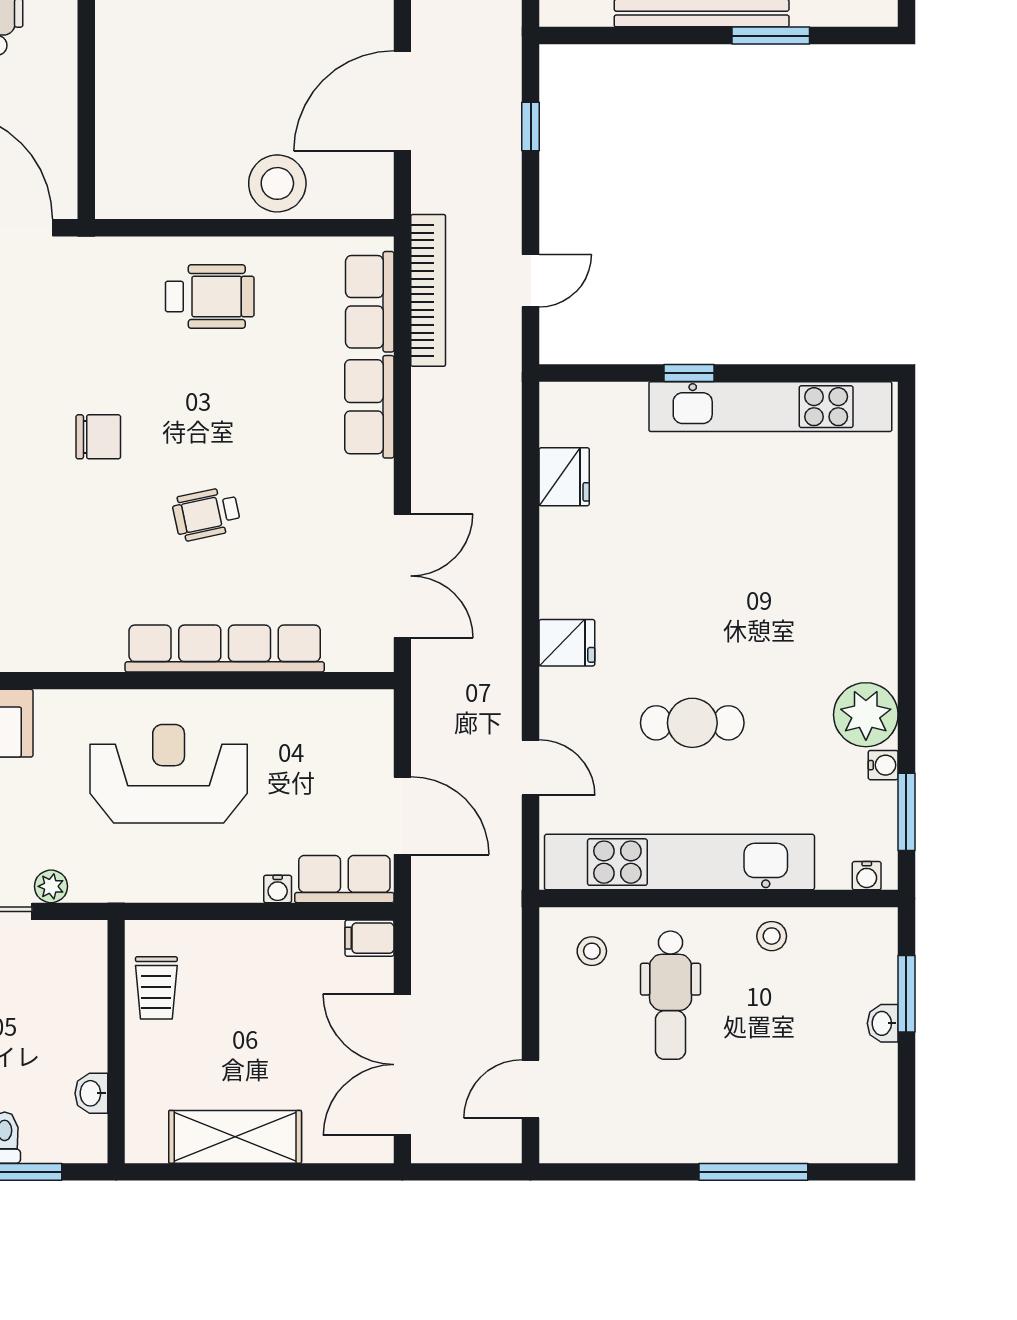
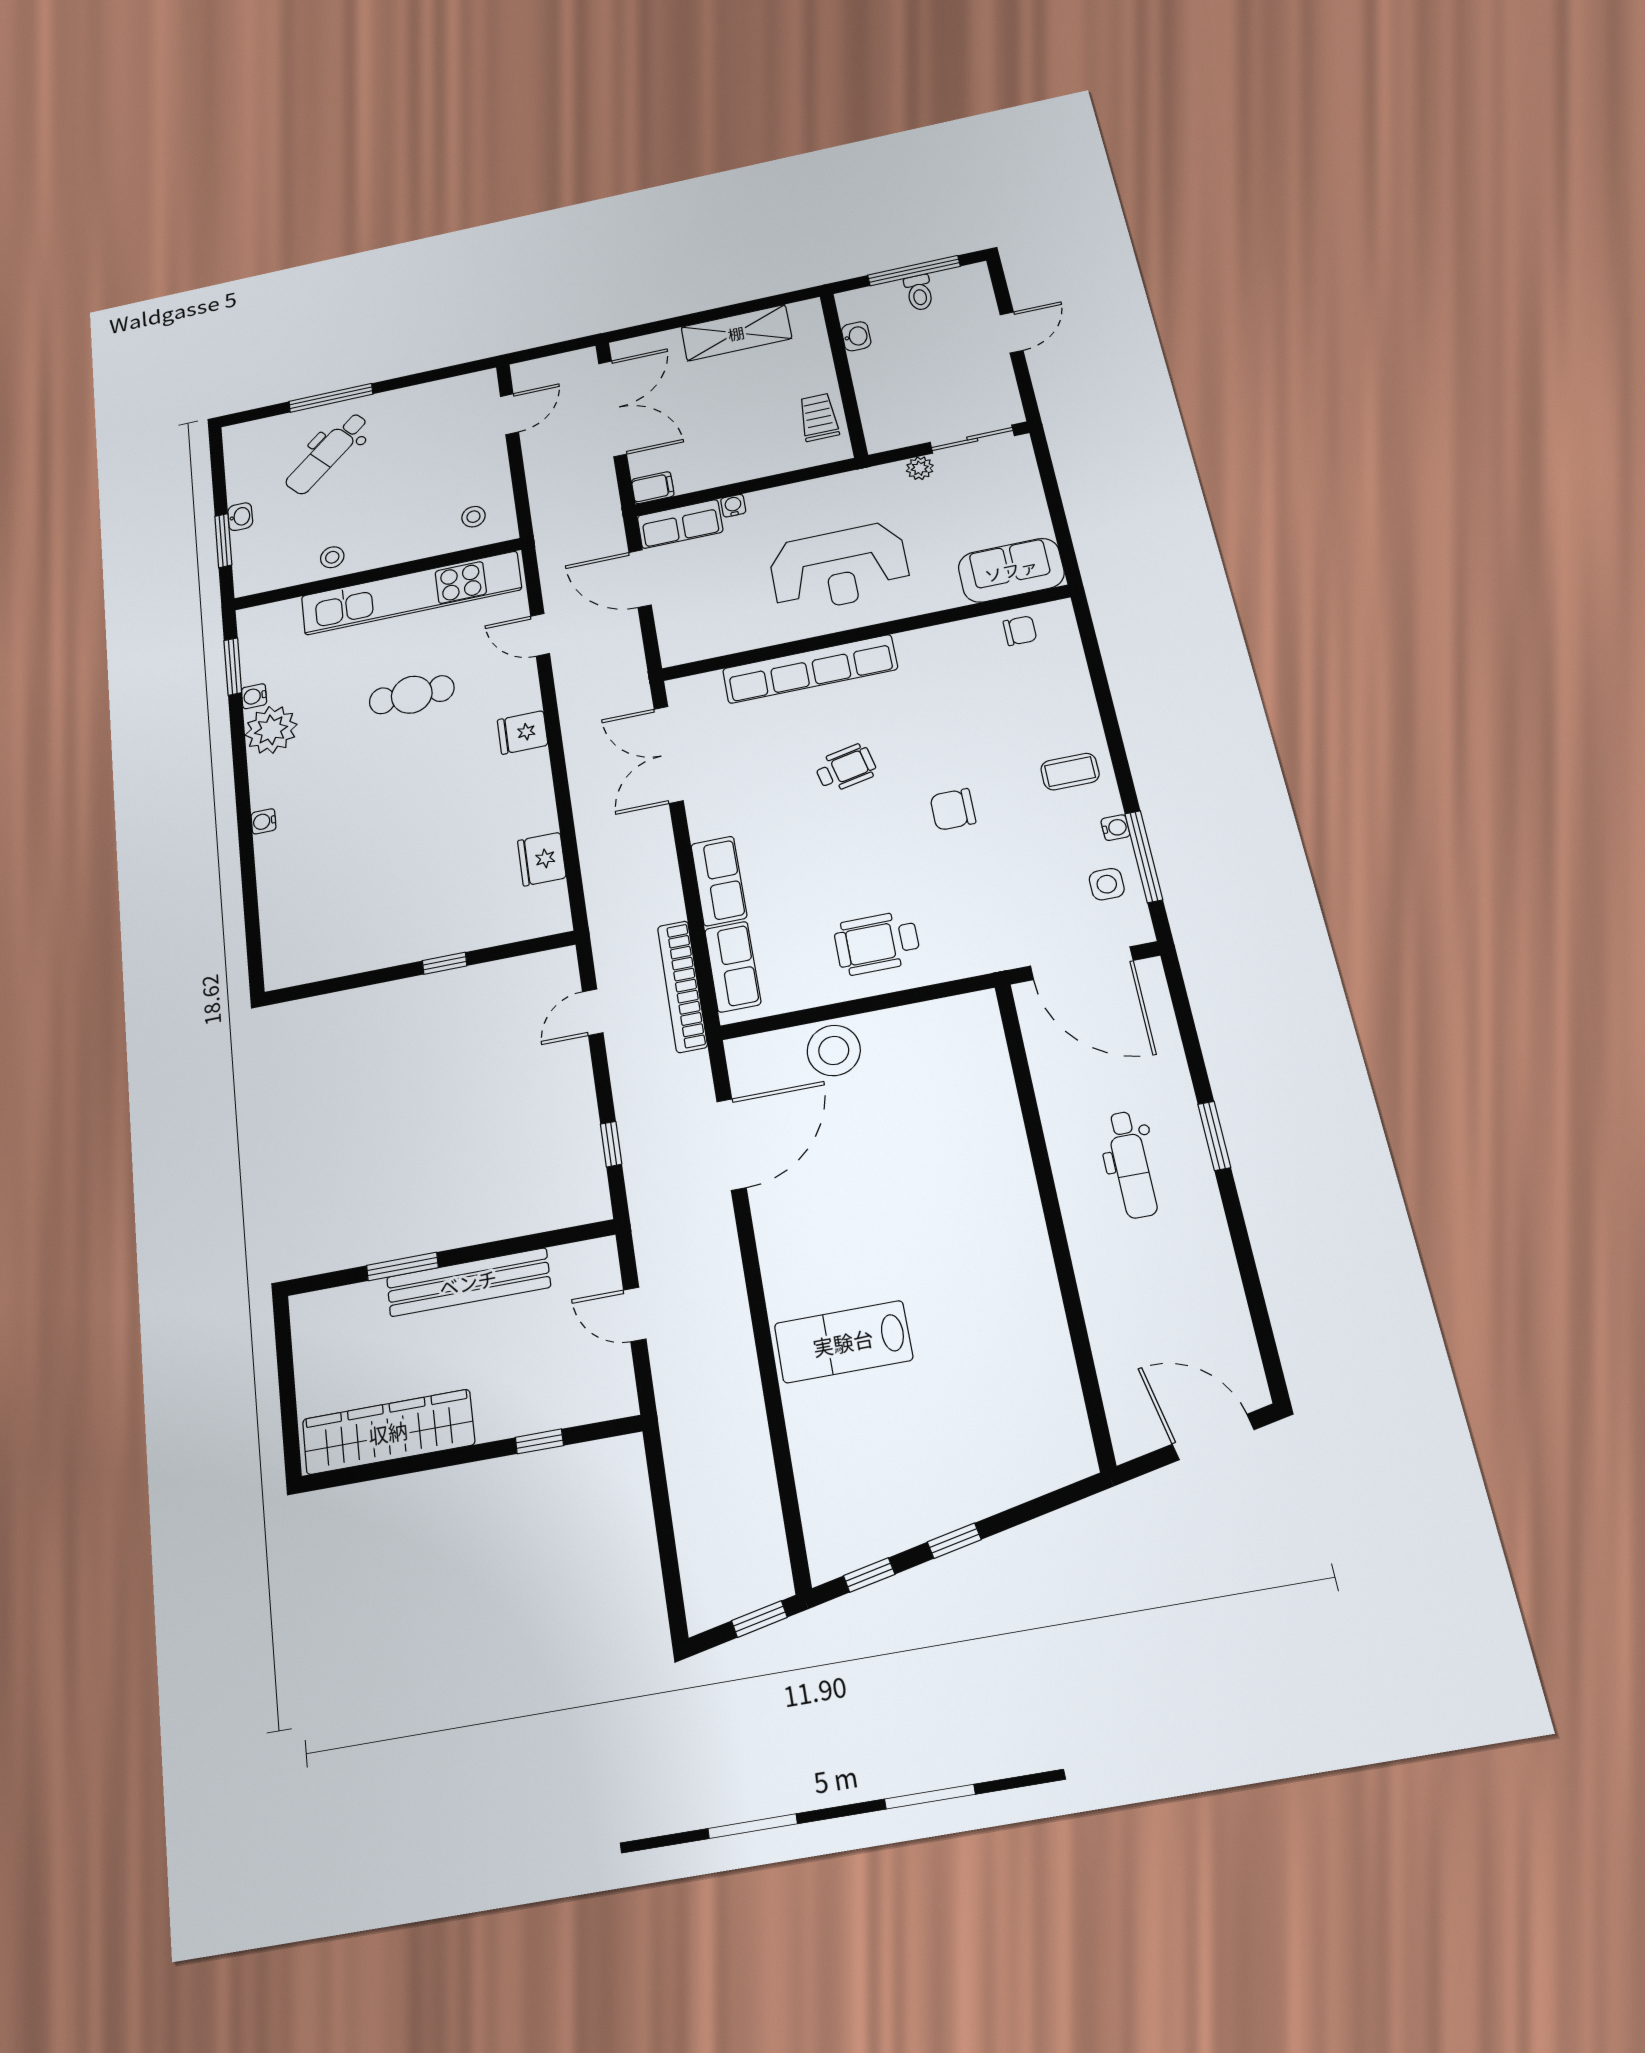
kitchen unit: (770, 407) -> (372, 950), removed
water cooler: (867, 876) -> (264, 821), moved, turned -90
dental chair: (671, 995) -> (327, 453), moved, turned -132

